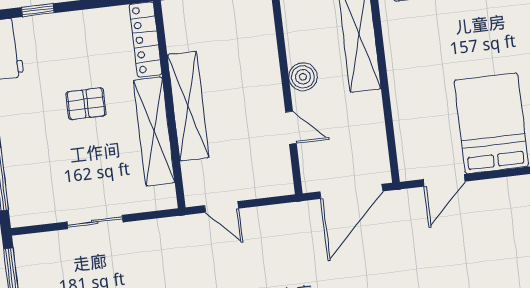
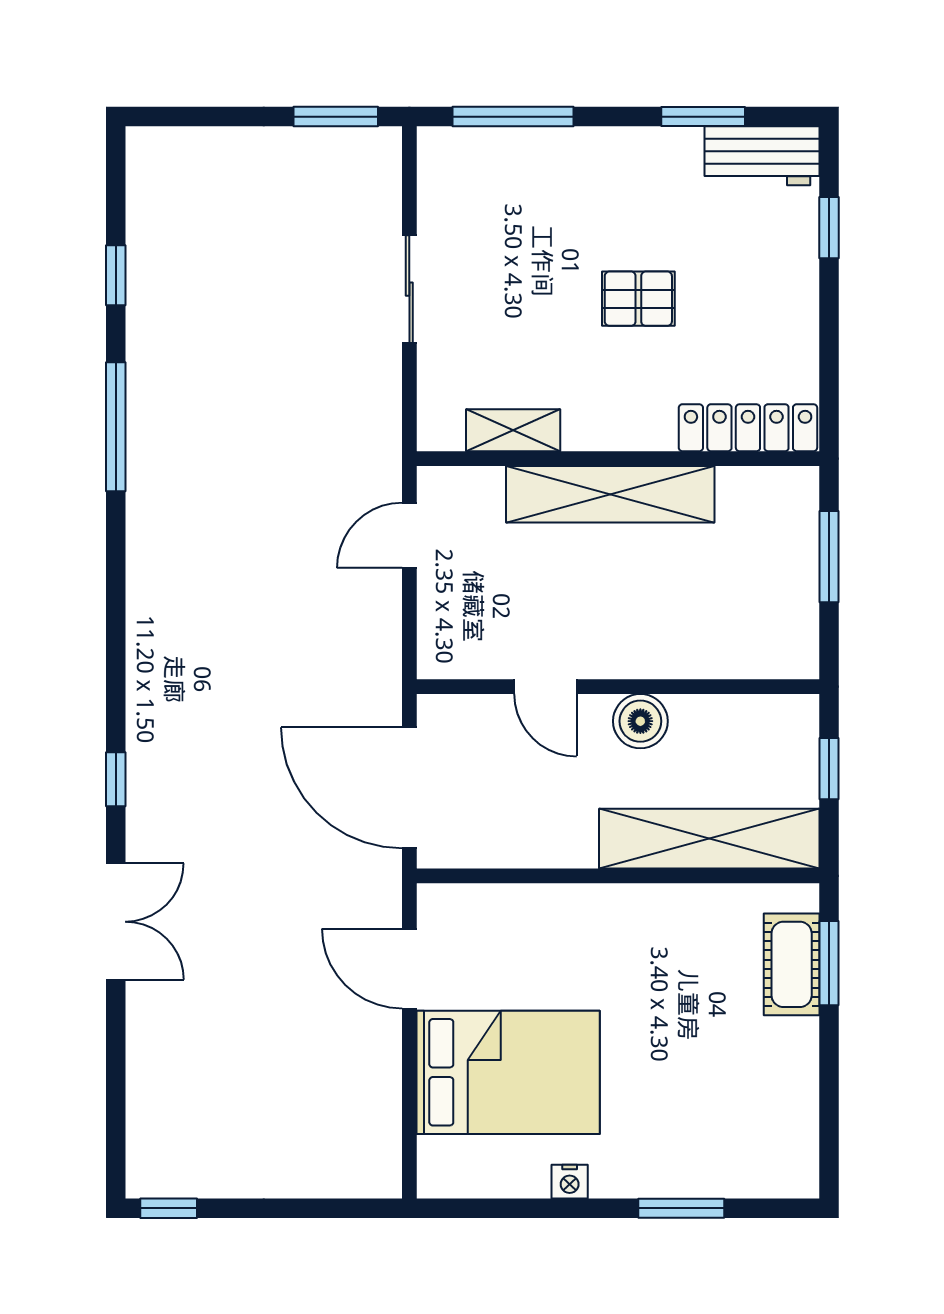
pallet: (86, 104) -> (638, 299), turned 90
door: (291, 128) -> (545, 687), hinge flipped
shelving: (154, 131) -> (513, 430), width x0.45, depth x0.75

